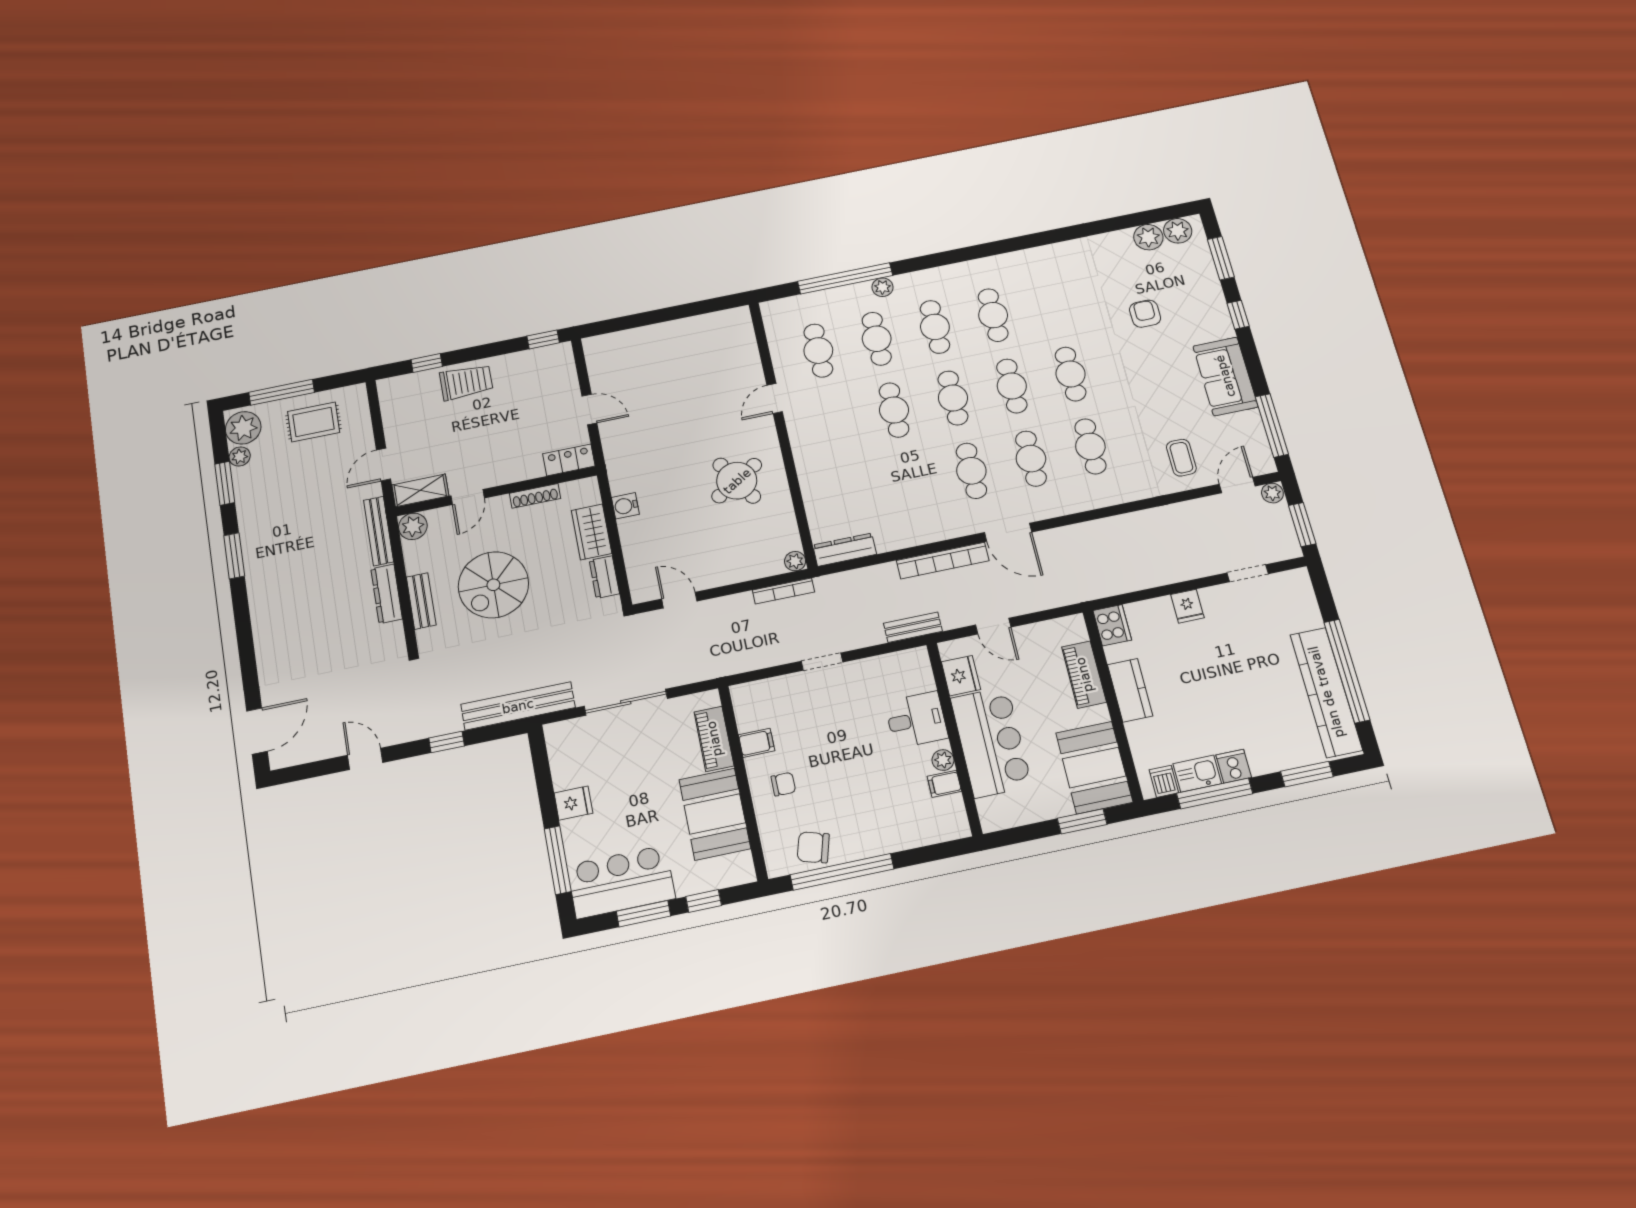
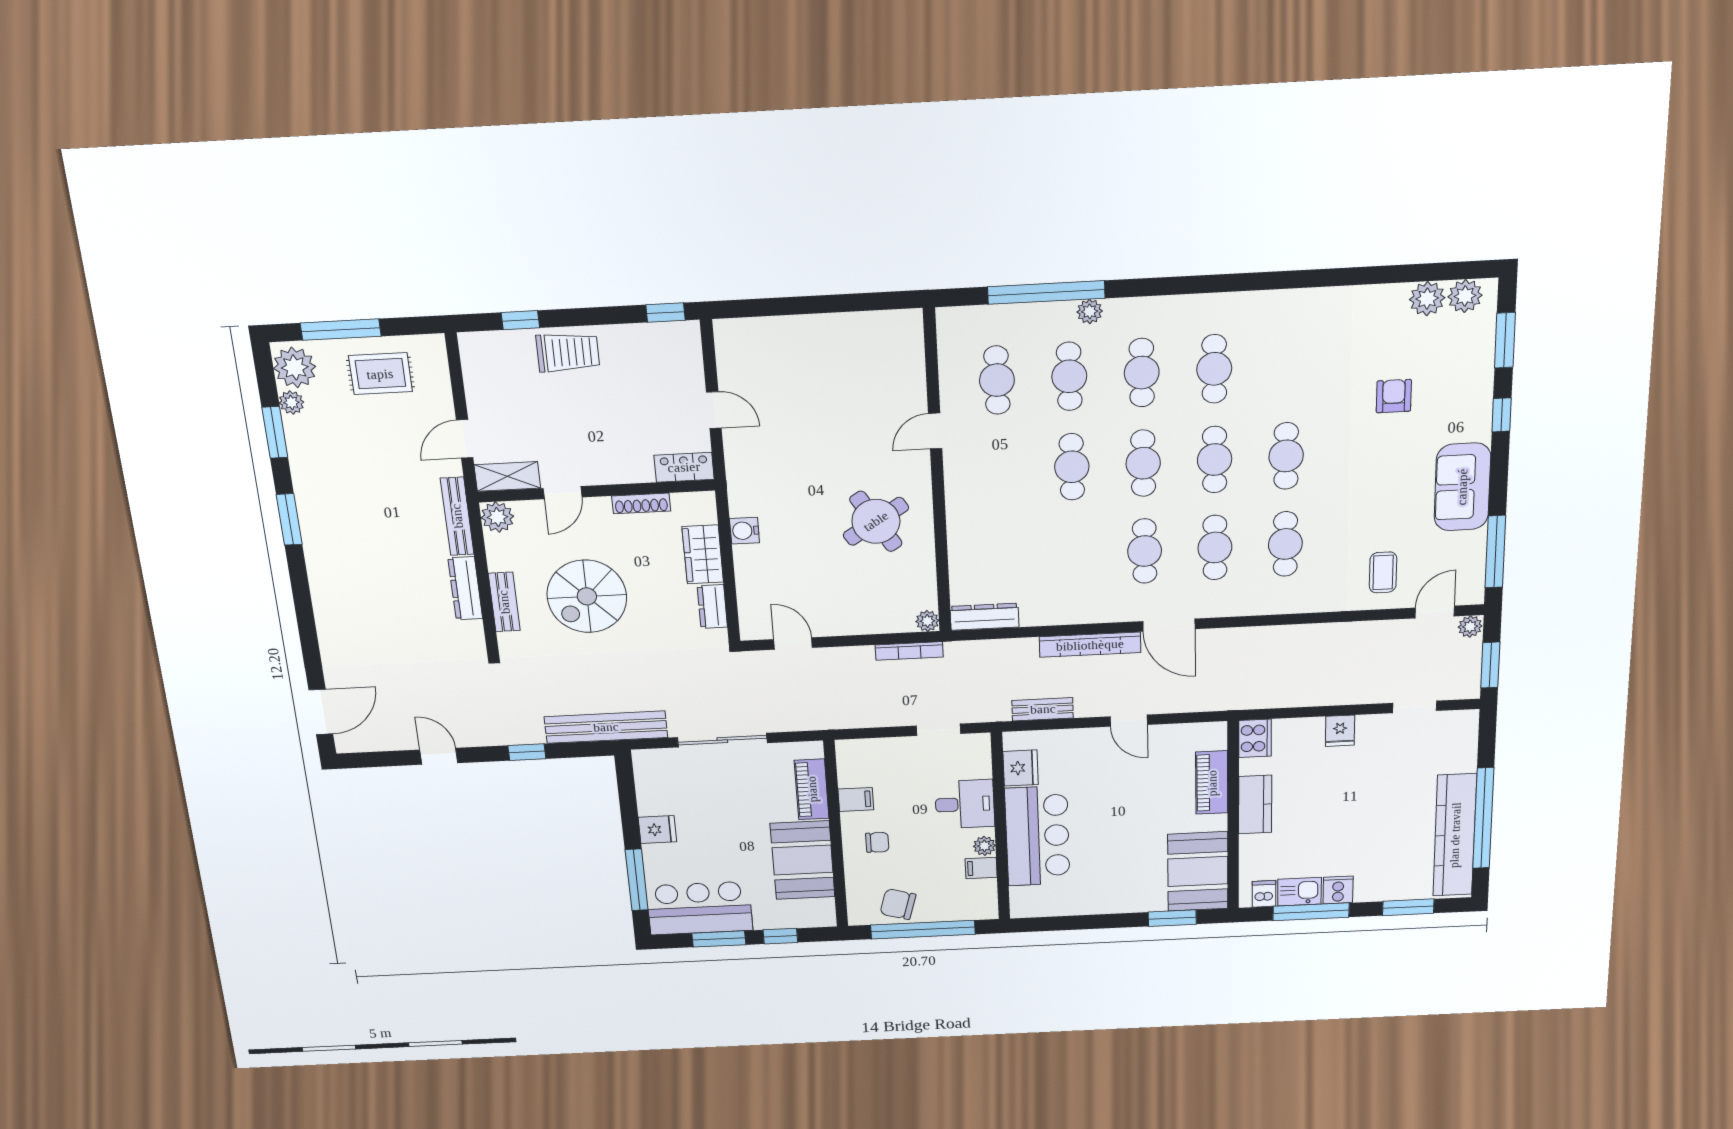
fridge: (961, 676) -> (1021, 768), moved
desk: (916, 720) -> (965, 804), moved
wall: (954, 738) -> (1000, 827), moved
bar counter: (991, 742) -> (1037, 836), moved
plant: (943, 760) -> (984, 846), moved
filing cabinet: (944, 784) -> (981, 868), moved

